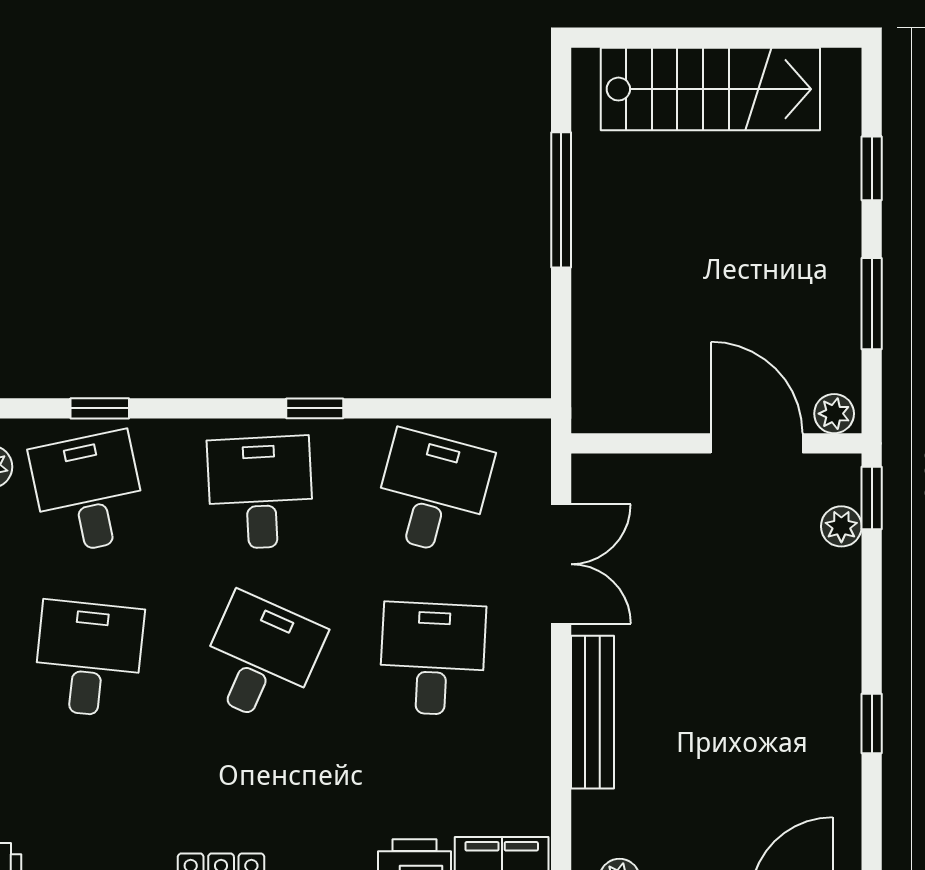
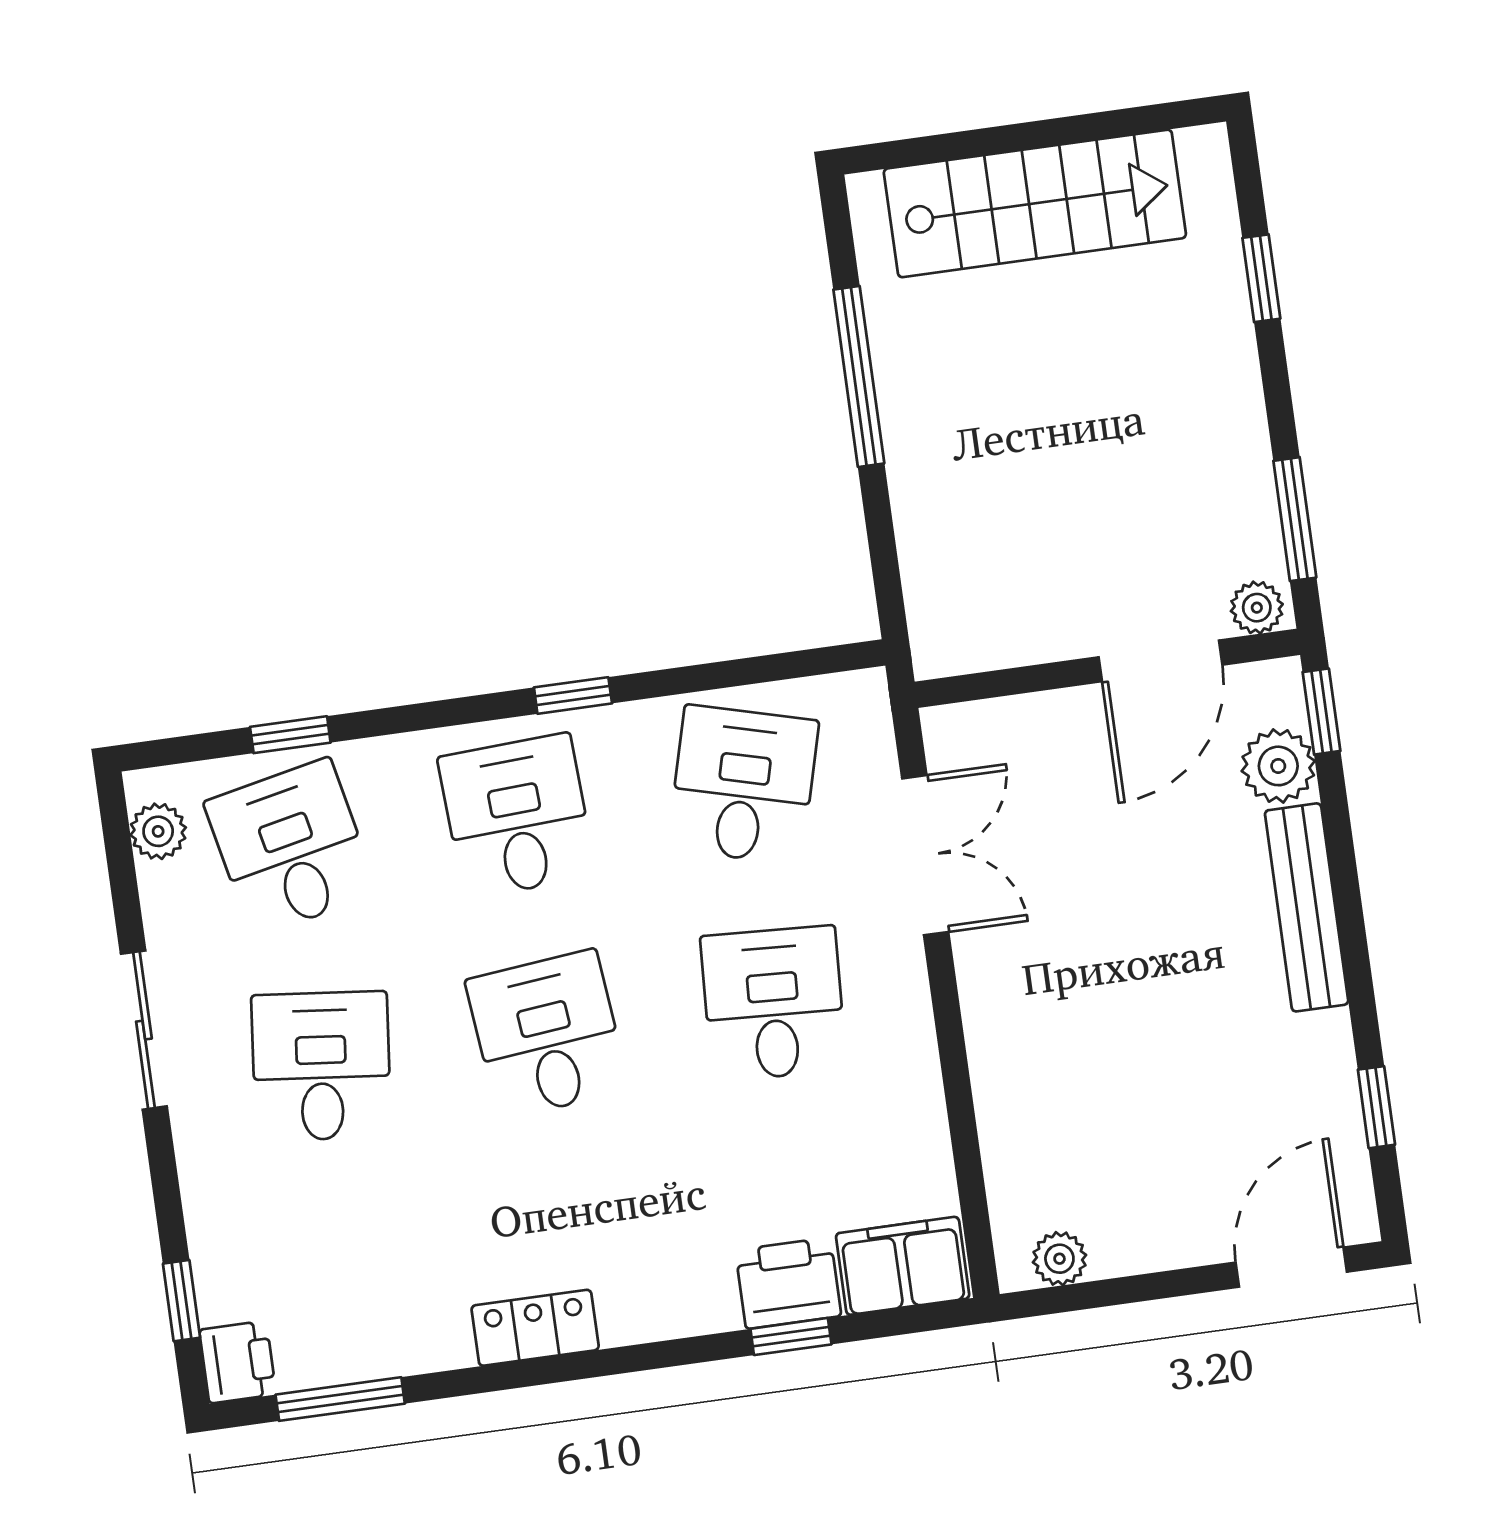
window: (872, 304) -> (1295, 519), moved
door: (757, 443) -> (1160, 661), swing flipped
plant: (841, 526) -> (1278, 766), width x1.38, depth x1.38
desk: (261, 659) -> (547, 1035), turned -30
bench: (593, 712) -> (1307, 907), moved
window: (872, 724) -> (1376, 1107), moved

